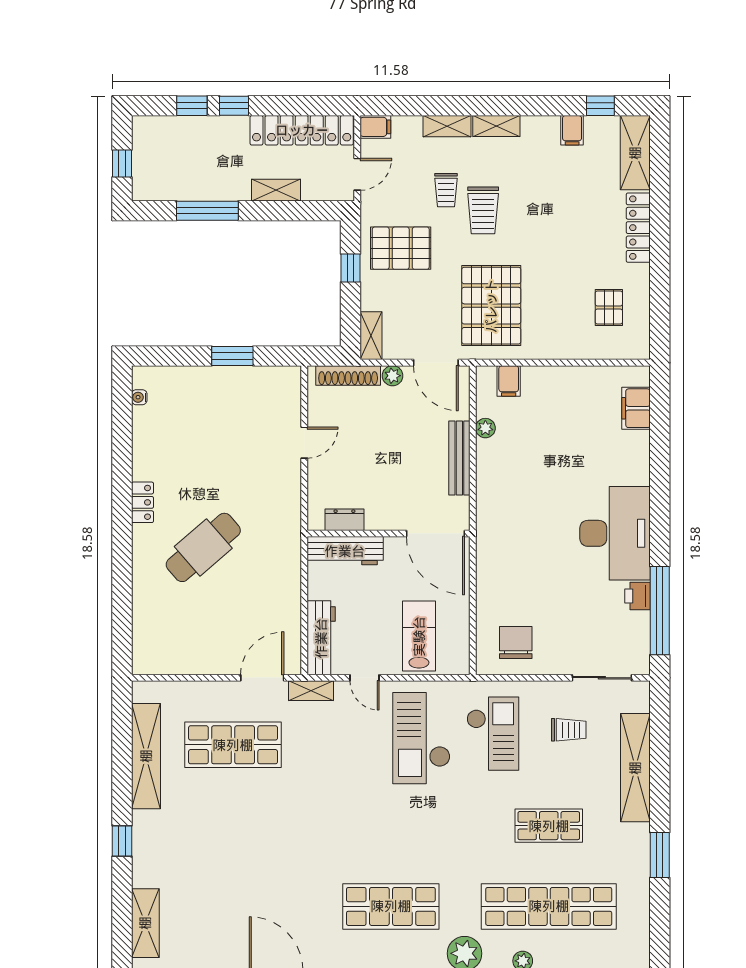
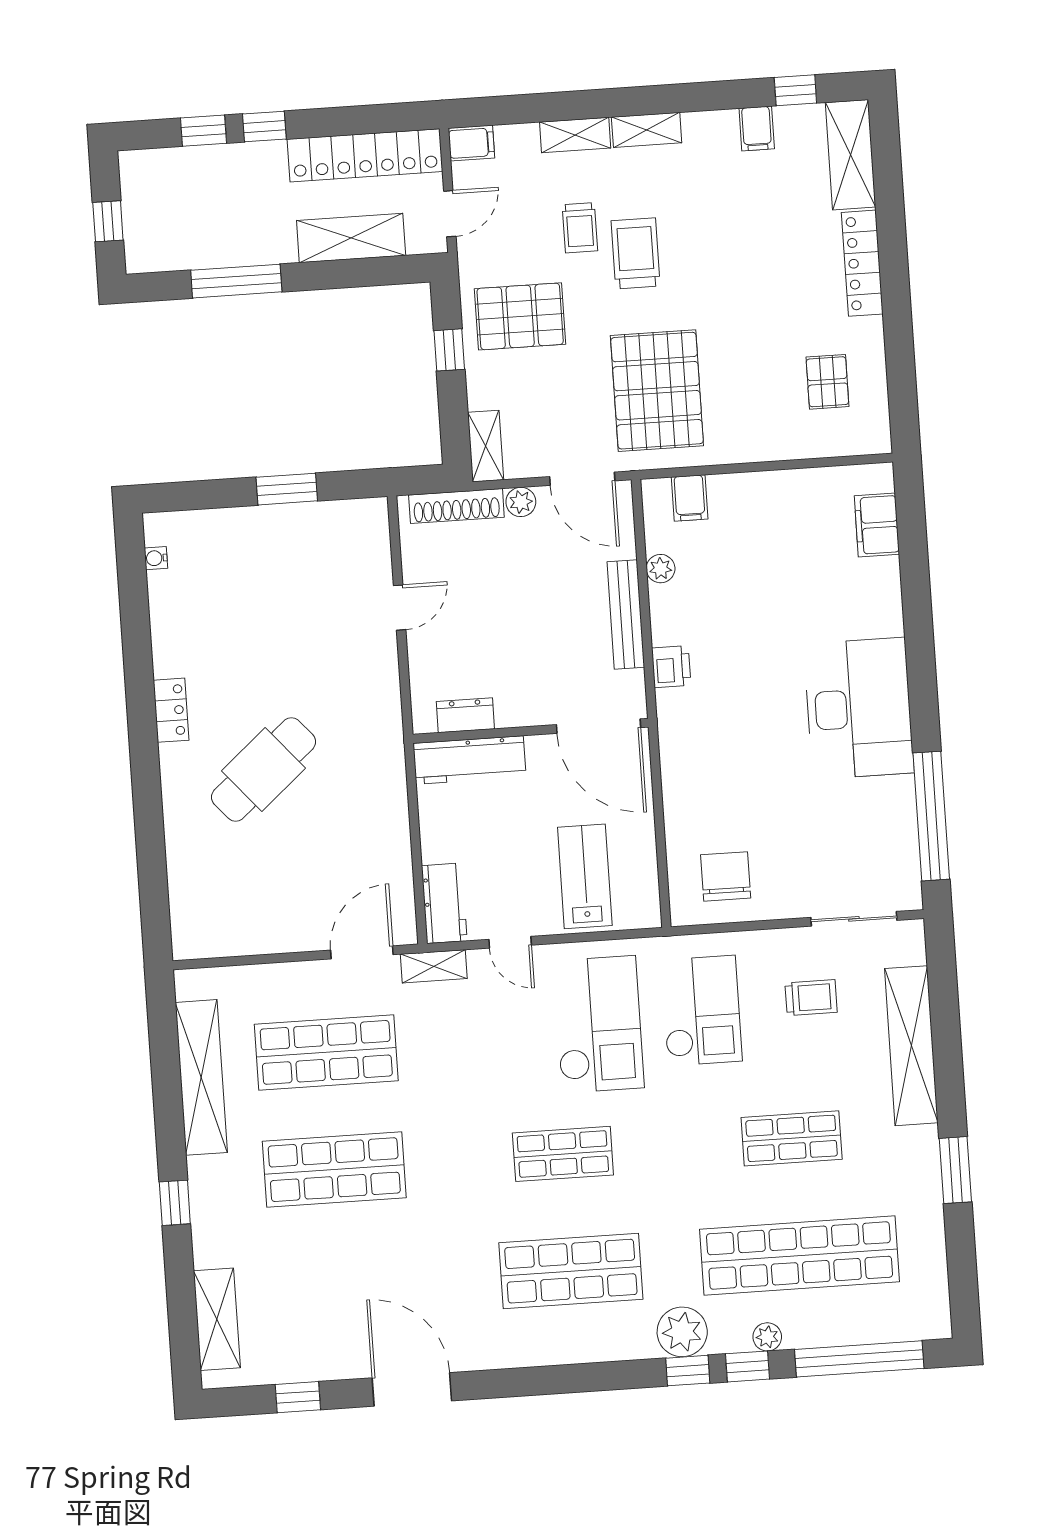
shelving: (276, 190) -> (351, 238), width x1.50, depth x1.33
trolley: (483, 210) -> (636, 253), turned 180
printer: (638, 596) -> (671, 667), moved, turned 180
workbench: (321, 638) -> (444, 903), width x0.73
checkout: (421, 738) -> (599, 1024), turned 180
shop shelf: (233, 826) -> (334, 1170), added
shop shelf: (391, 826) -> (563, 1154), added

